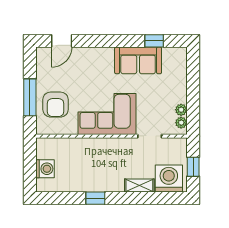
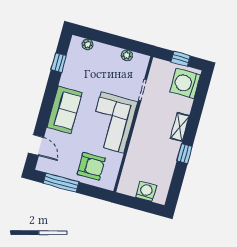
sofa: (138, 60) -> (64, 110), moved
window: (30, 97) -> (61, 183), moved
plant: (181, 123) -> (87, 44), moved
shelving: (139, 185) -> (180, 127), moved

